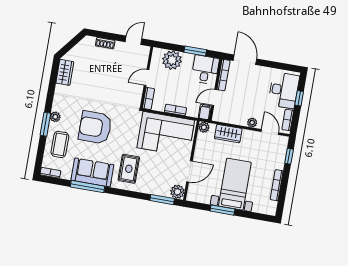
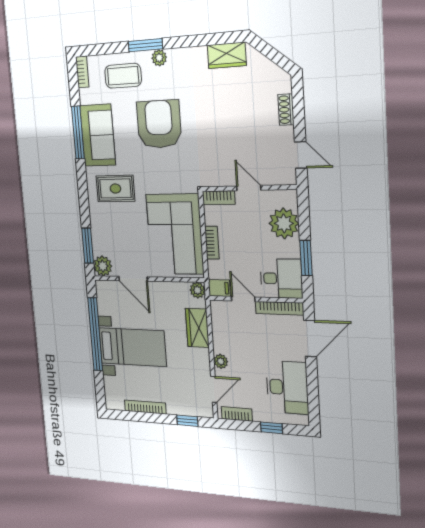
desk: (284, 90) -> (287, 387), moved, turned -90
window: (222, 210) -> (95, 334), width x2.11

